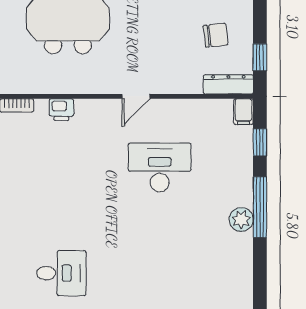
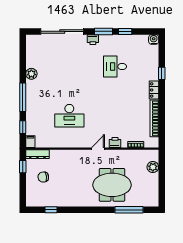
door: (136, 96) -> (98, 149), moved
plant: (241, 219) -> (31, 74), moved

